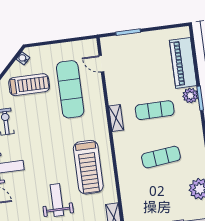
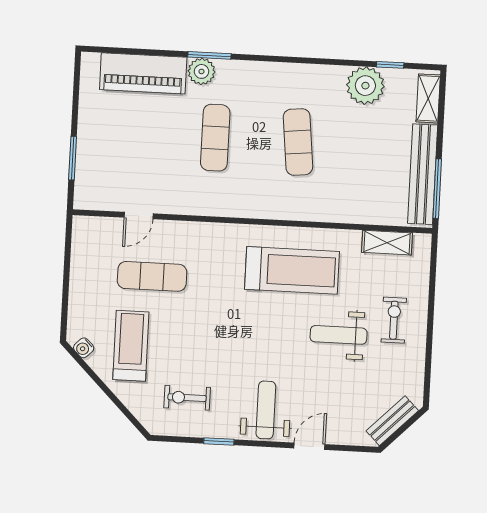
door: (101, 64) -> (139, 216), moved
exercise mat: (70, 89) -> (152, 276), width x0.73, depth x0.69
shelving: (116, 118) -> (216, 206), removed

